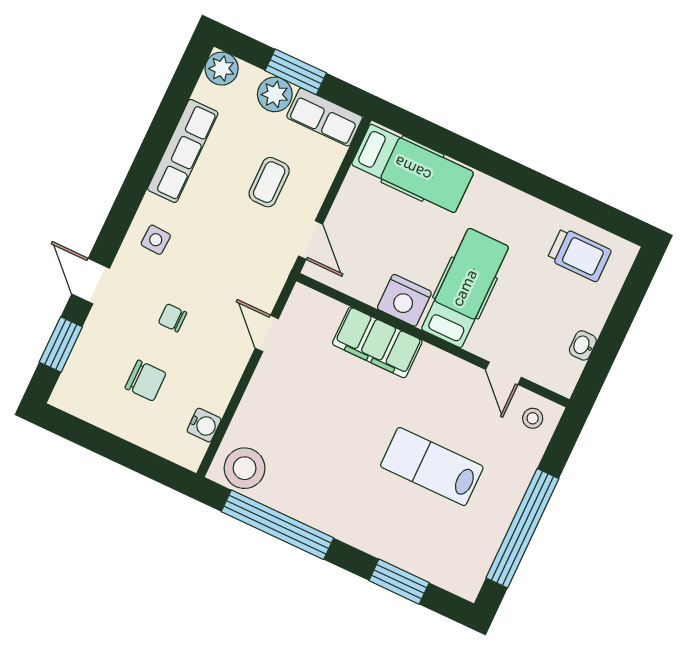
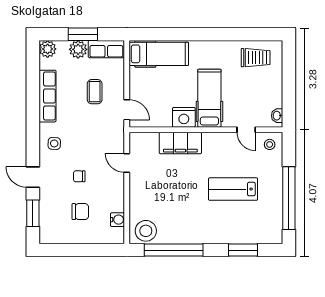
washbasin: (583, 345) -> (277, 116), moved

